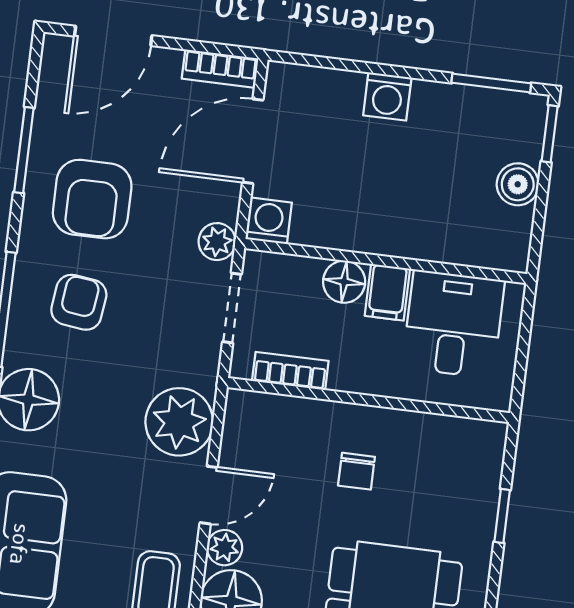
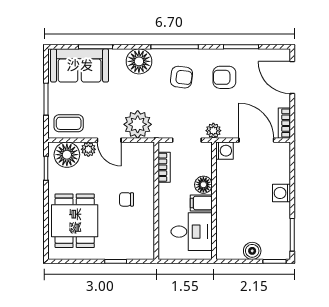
armchair: (92, 199) -> (224, 77), width x0.72, depth x0.72

